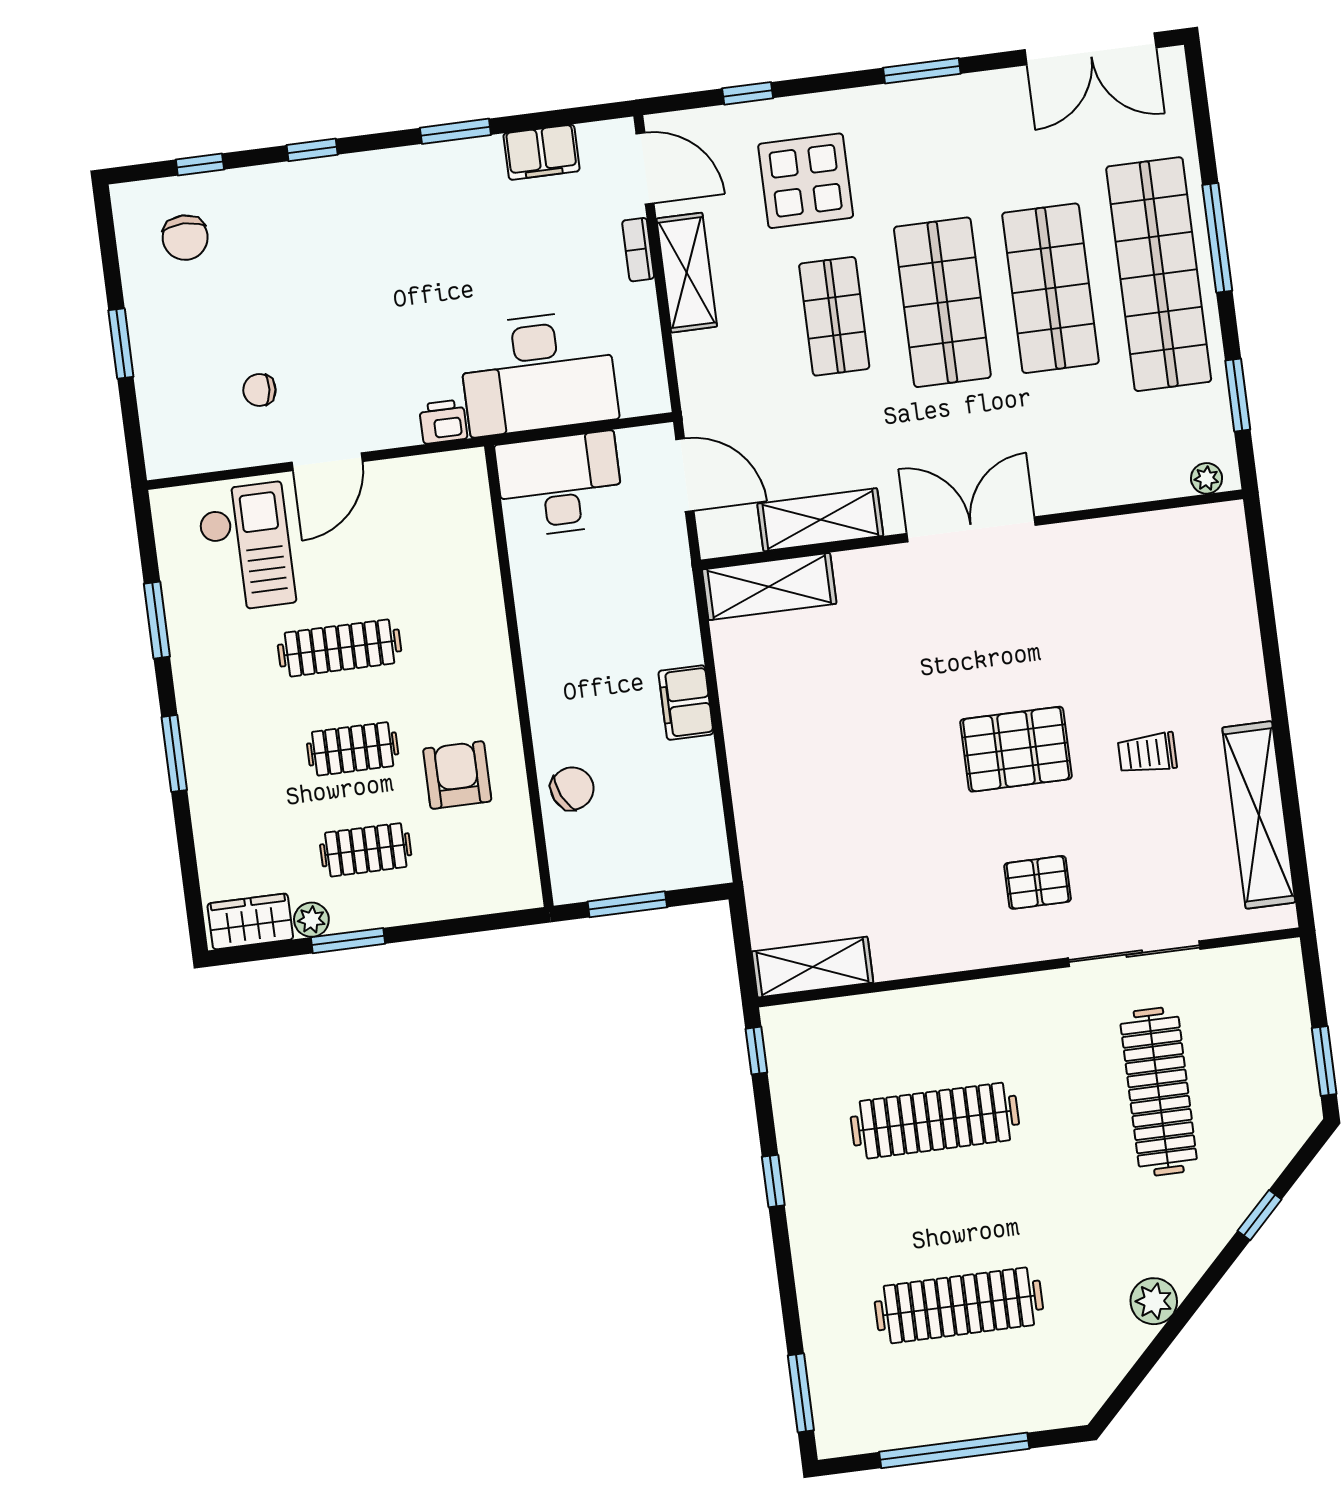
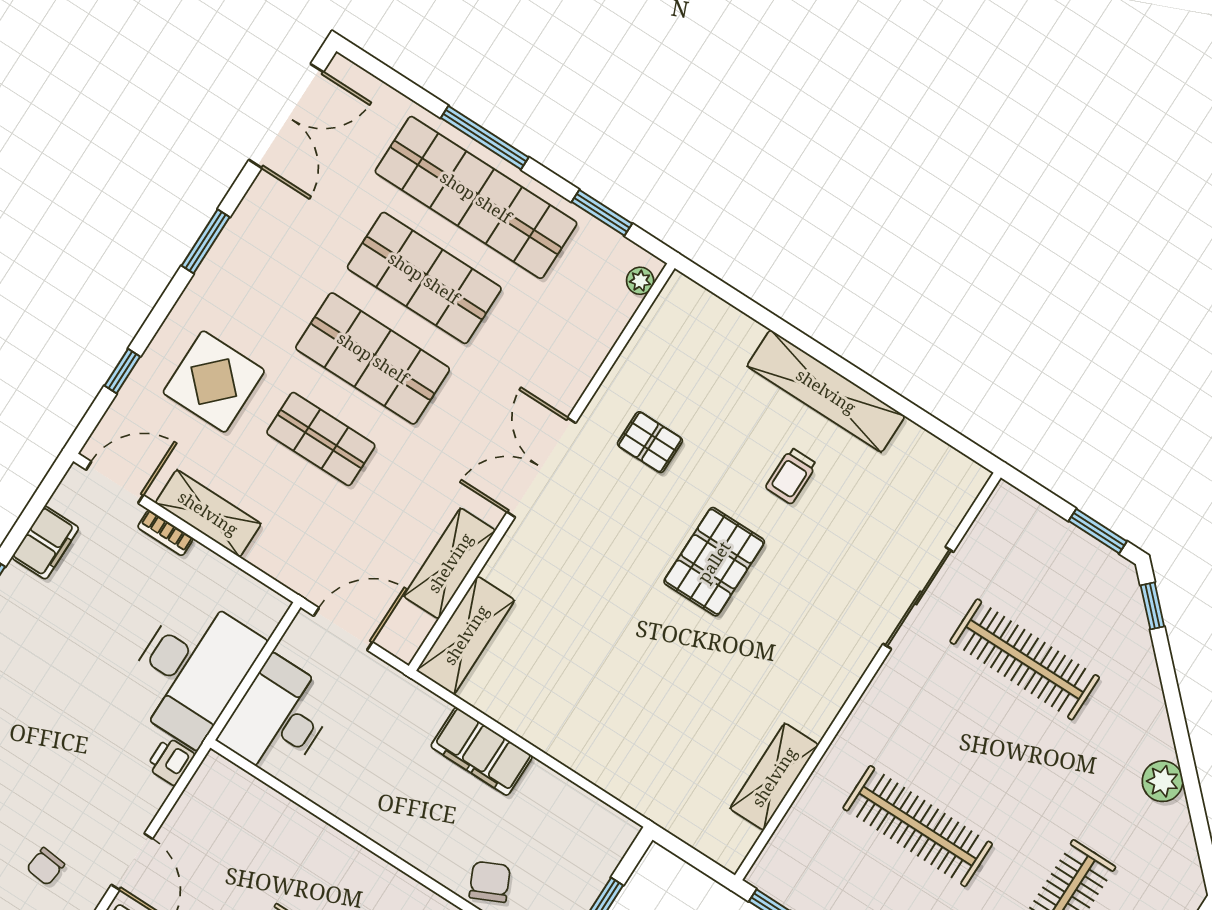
filing cabinet: (686, 703) -> (482, 751), width x1.50, depth x1.17
shelving: (1259, 815) -> (826, 391), moved
pallet: (1038, 882) -> (650, 442), moved, turned 90
shelving: (812, 967) -> (774, 777), moved
clothes rail: (935, 1121) -> (918, 826), turned 90
window: (1260, 1215) -> (1152, 606), moved

